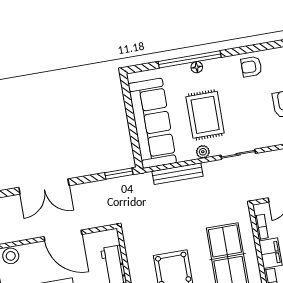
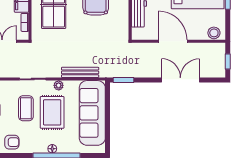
coffee table: (240, 114) -> (26, 108), added

